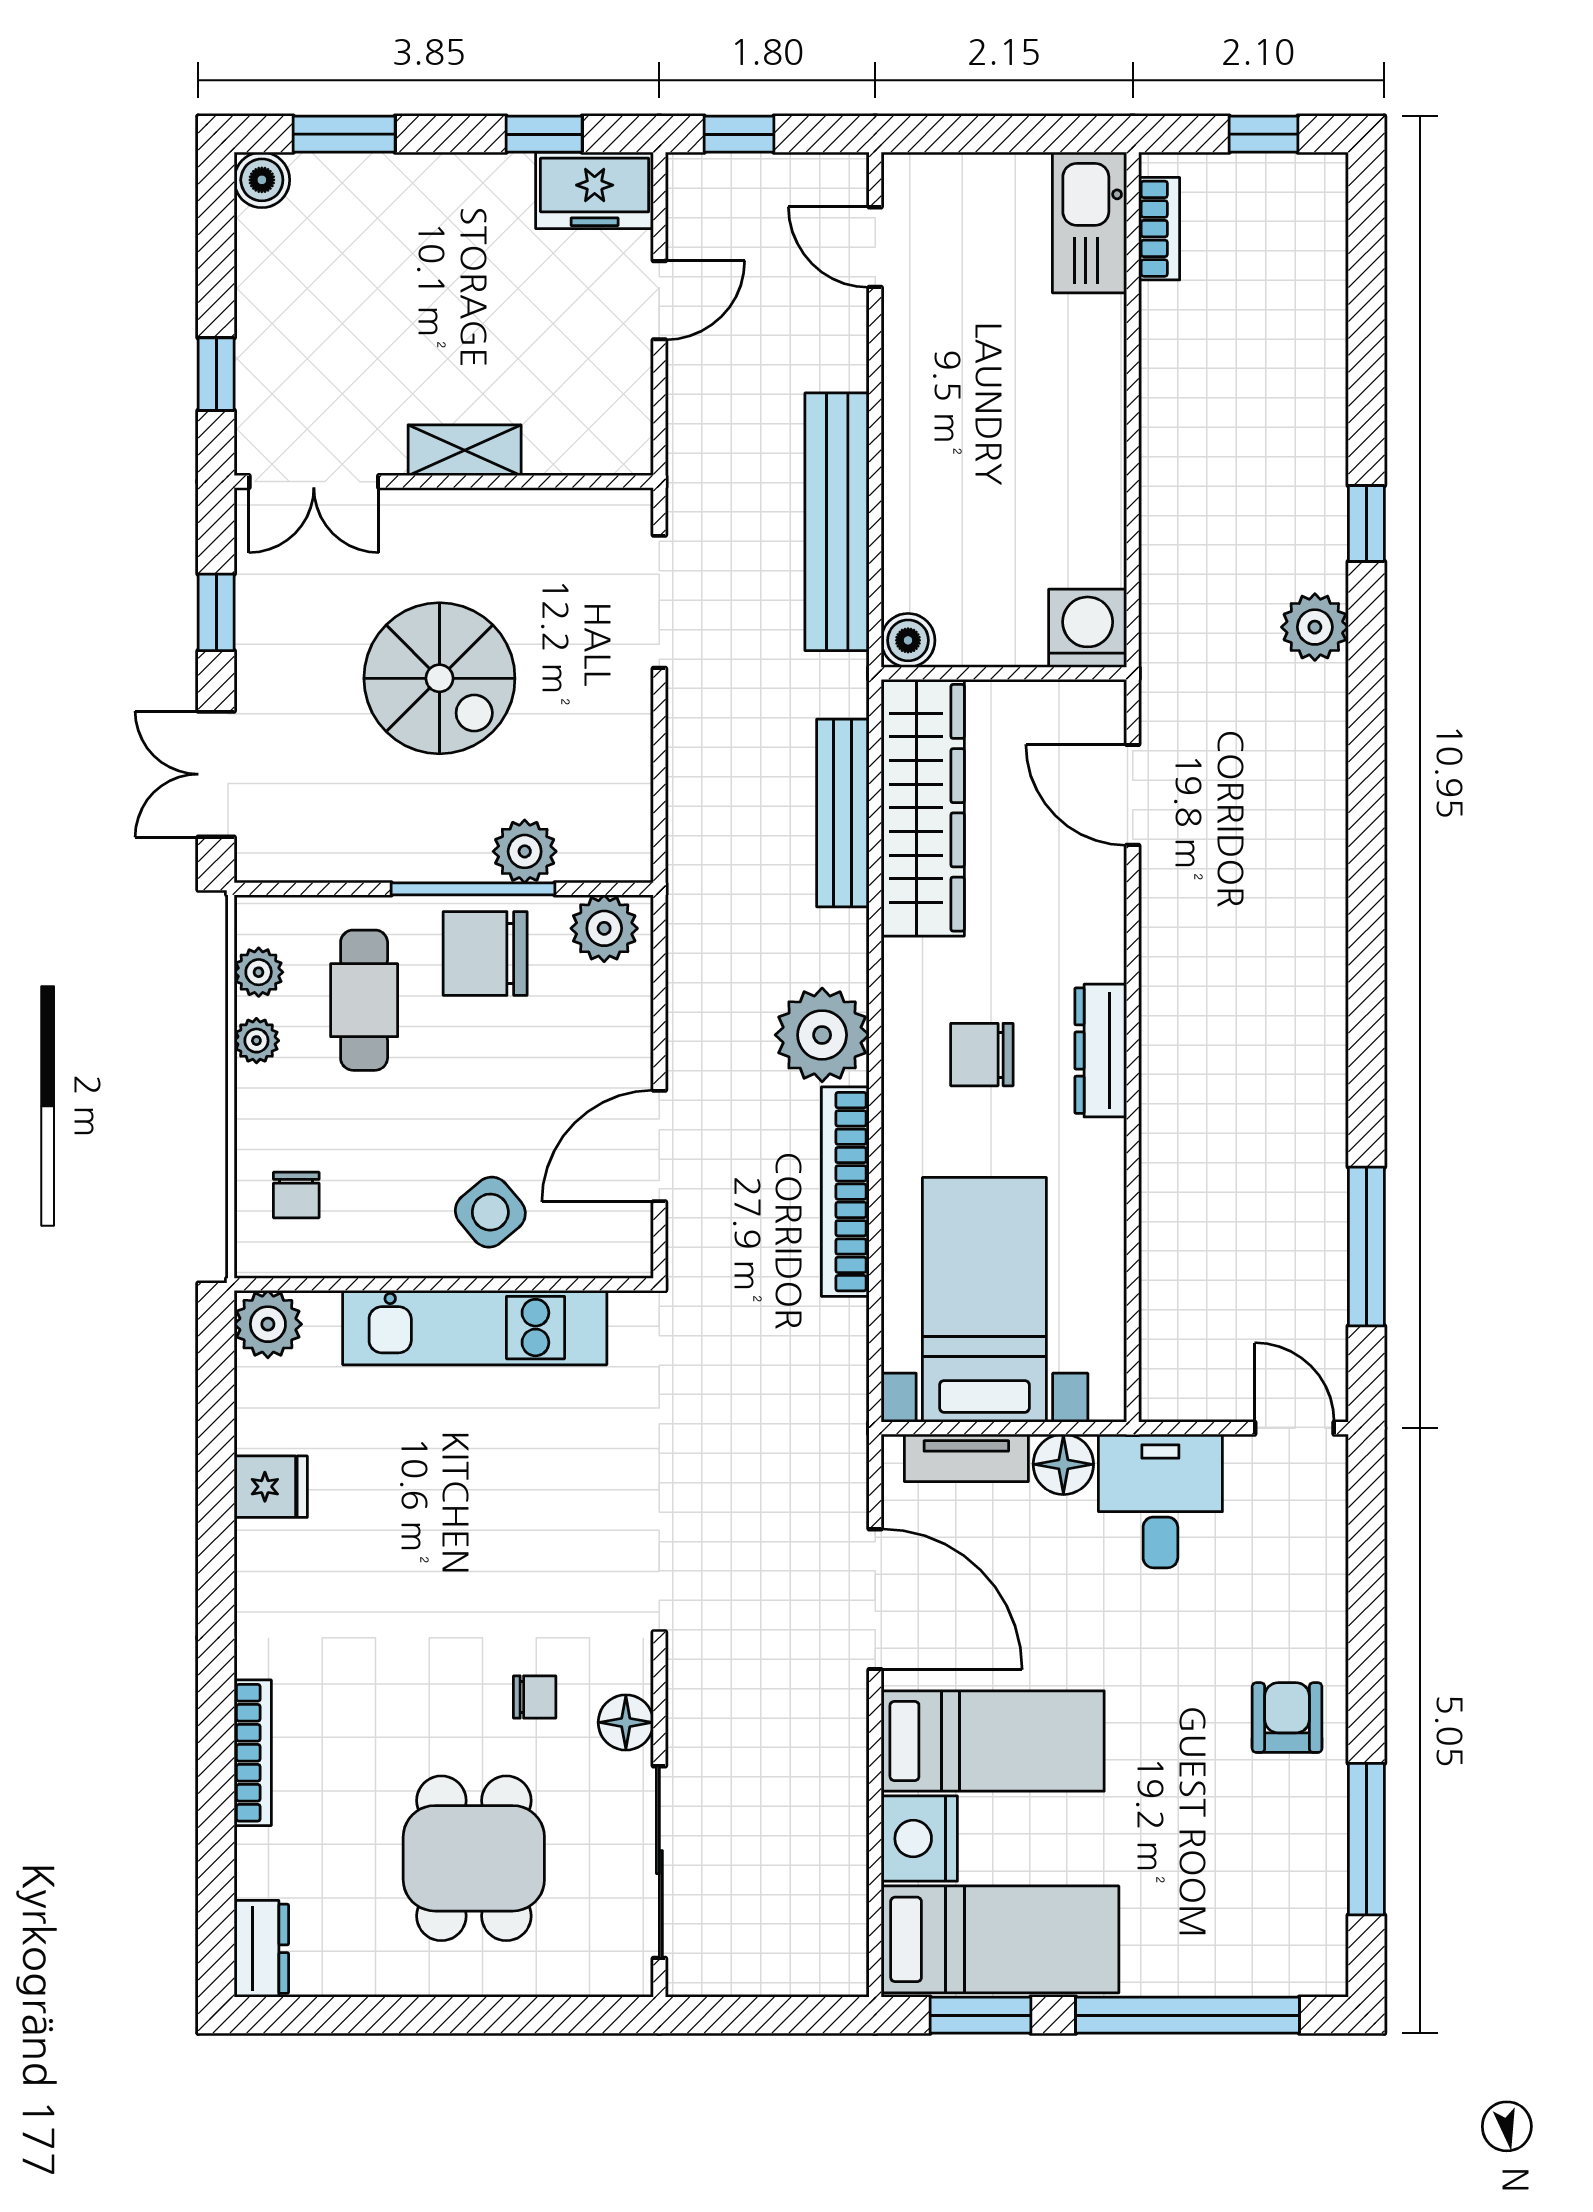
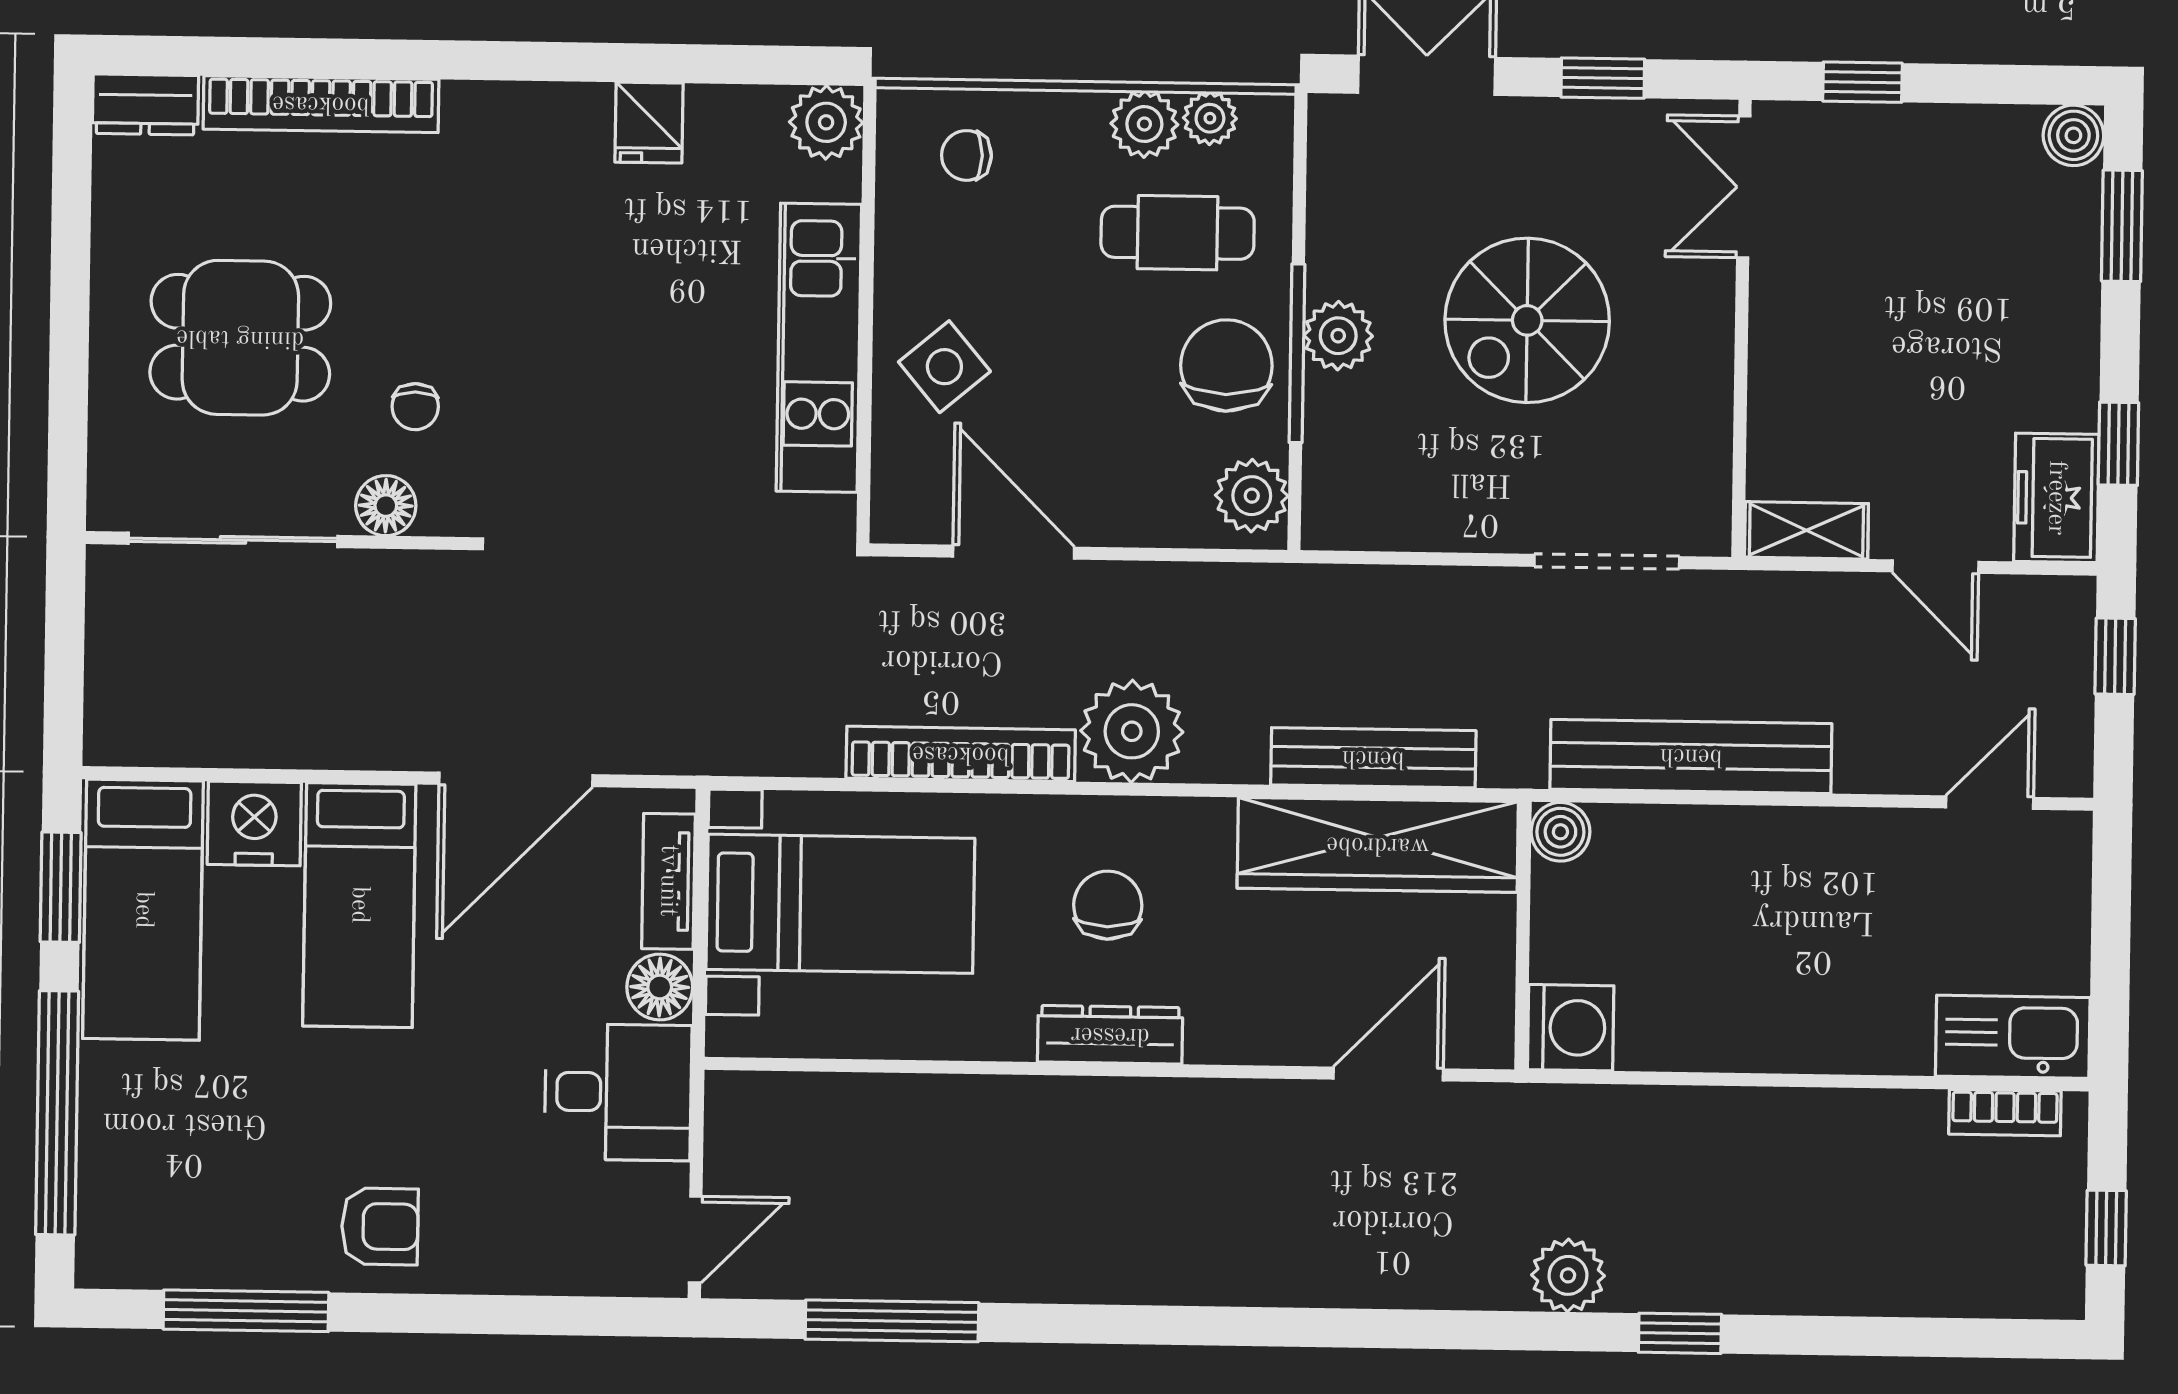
shelving: (465, 450) -> (1806, 530), moved, turned 90
plant: (525, 851) -> (1338, 336), moved
plant: (256, 1041) -> (1144, 124), width x1.38, depth x1.38
bookcase: (253, 1753) -> (321, 104), width x1.48, depth x1.31

